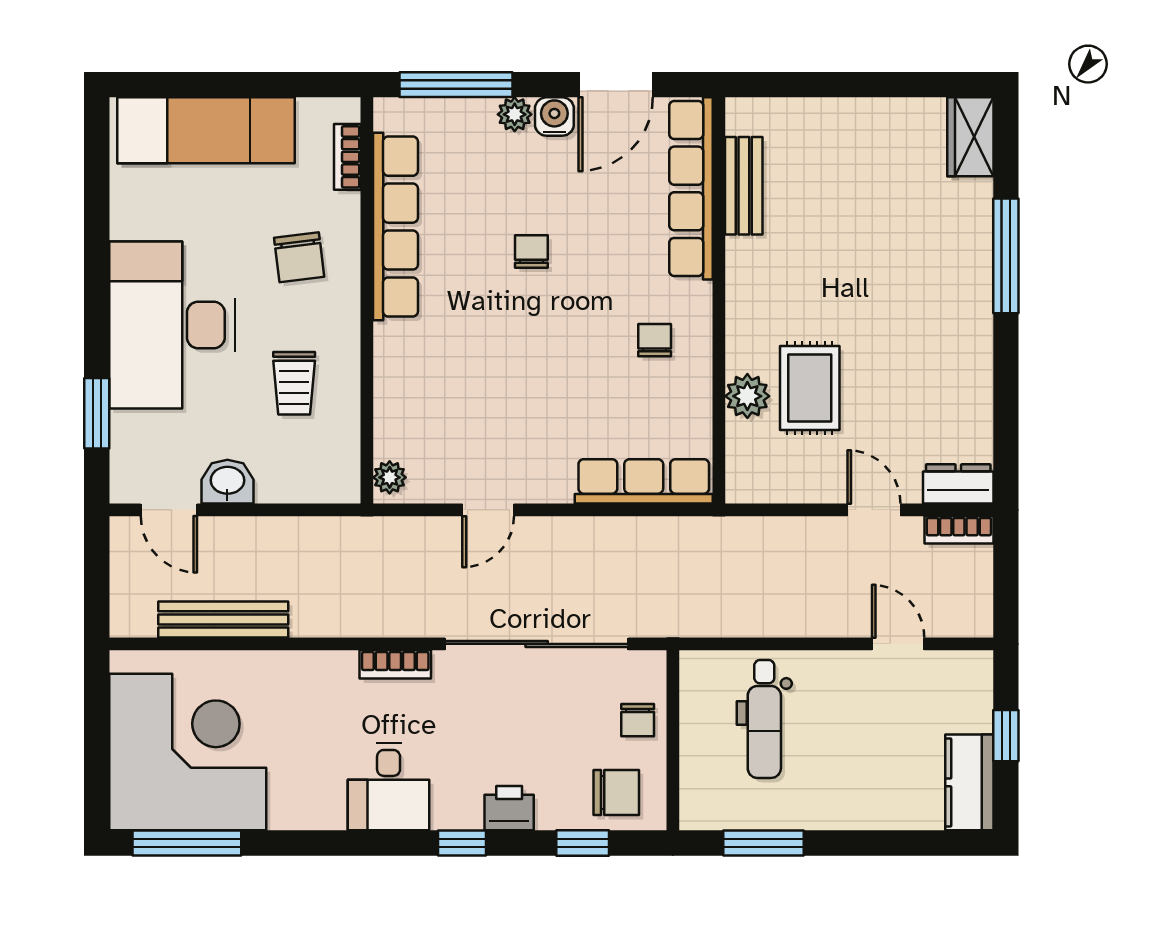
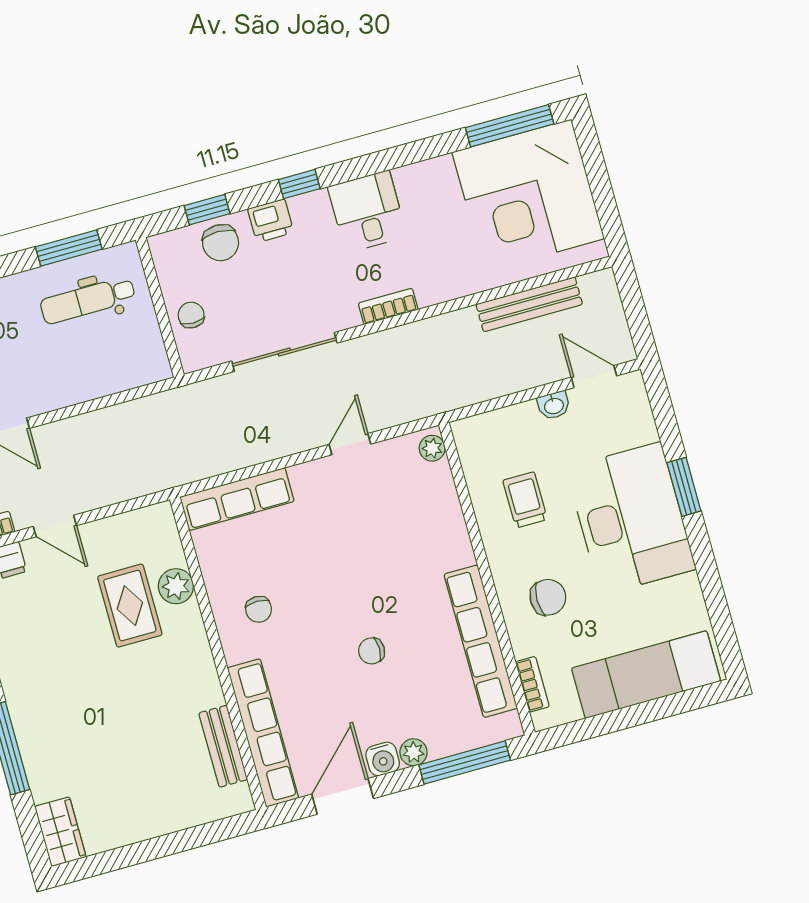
chair: (531, 252) -> (372, 651), turned 90
chair: (299, 257) -> (548, 597), turned 97
window: (97, 413) -> (684, 487), moved
washbasin: (227, 482) -> (554, 405), width x0.72, depth x0.69
sliding door: (537, 644) -> (284, 352), width x0.73
dental chair: (764, 719) -> (88, 300), moved, turned -90
chair: (616, 792) -> (221, 243), moved, turned -90

